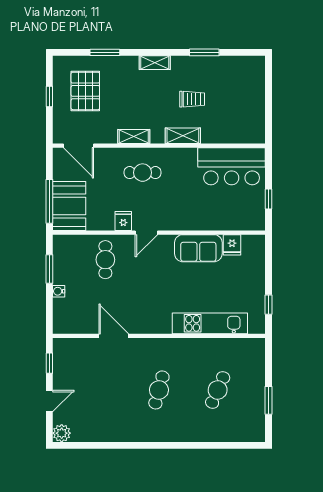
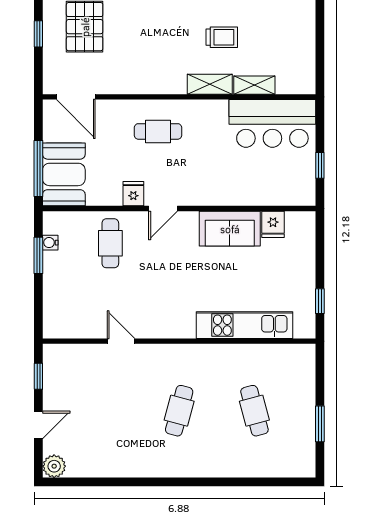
shelving: (134, 136) -> (254, 85), moved
water cooler: (59, 291) -> (50, 243), moved
door: (114, 336) -> (121, 341), width x0.73
cafe table: (218, 390) -> (254, 411), turned -39

